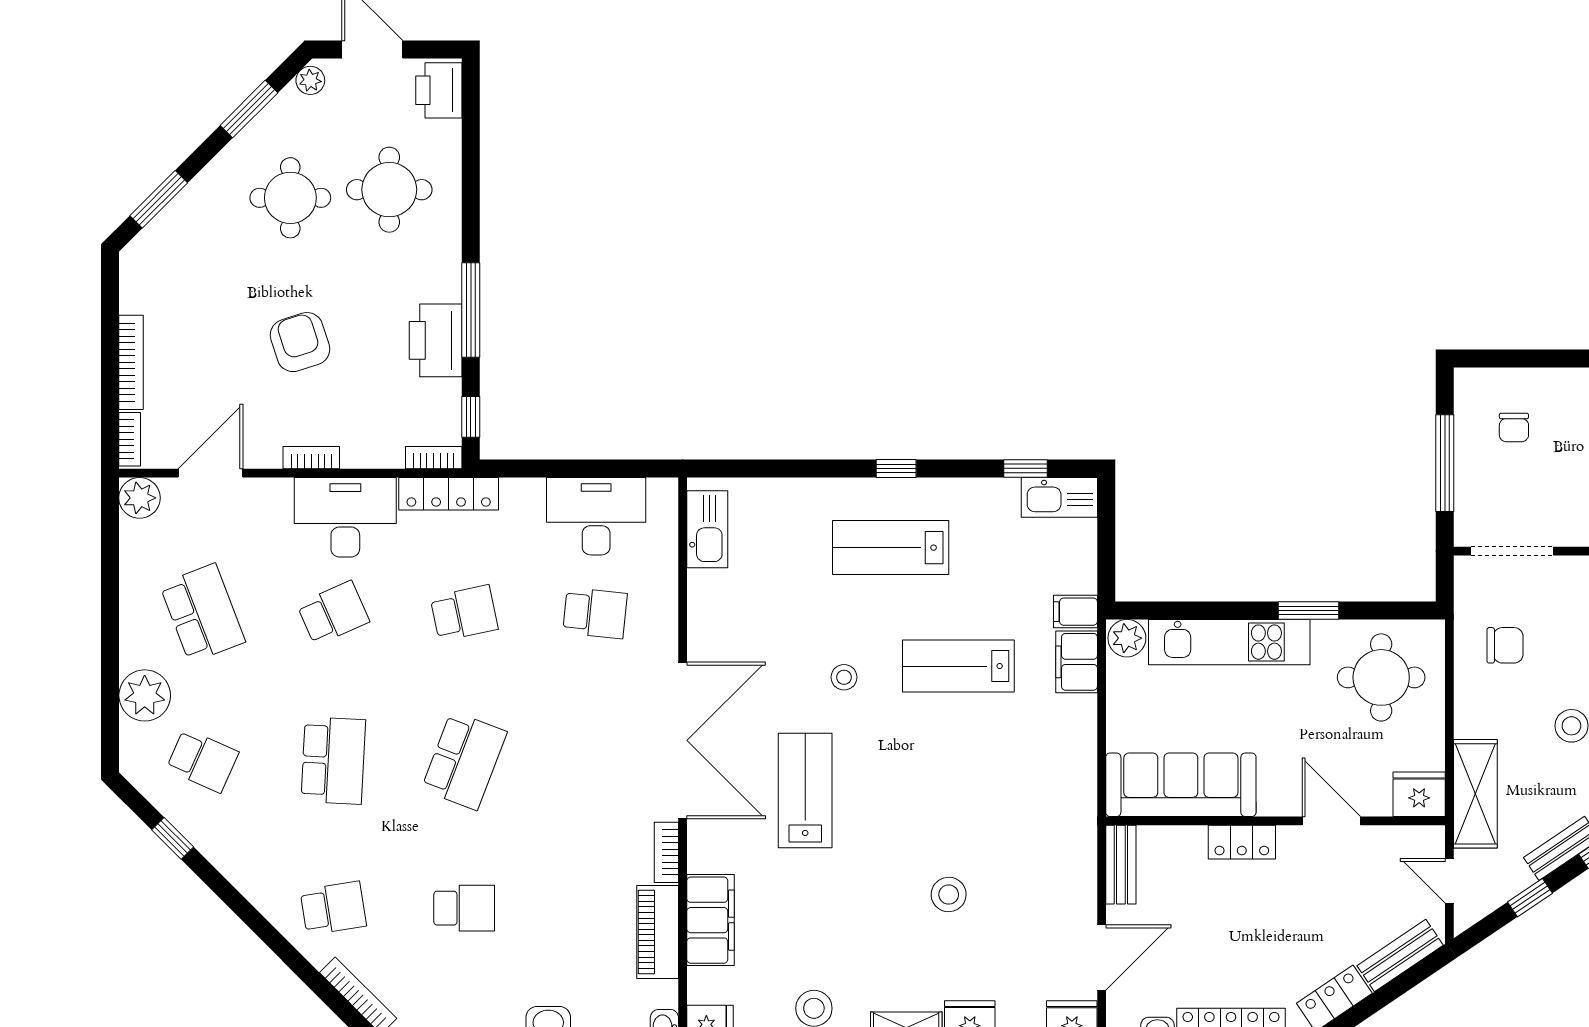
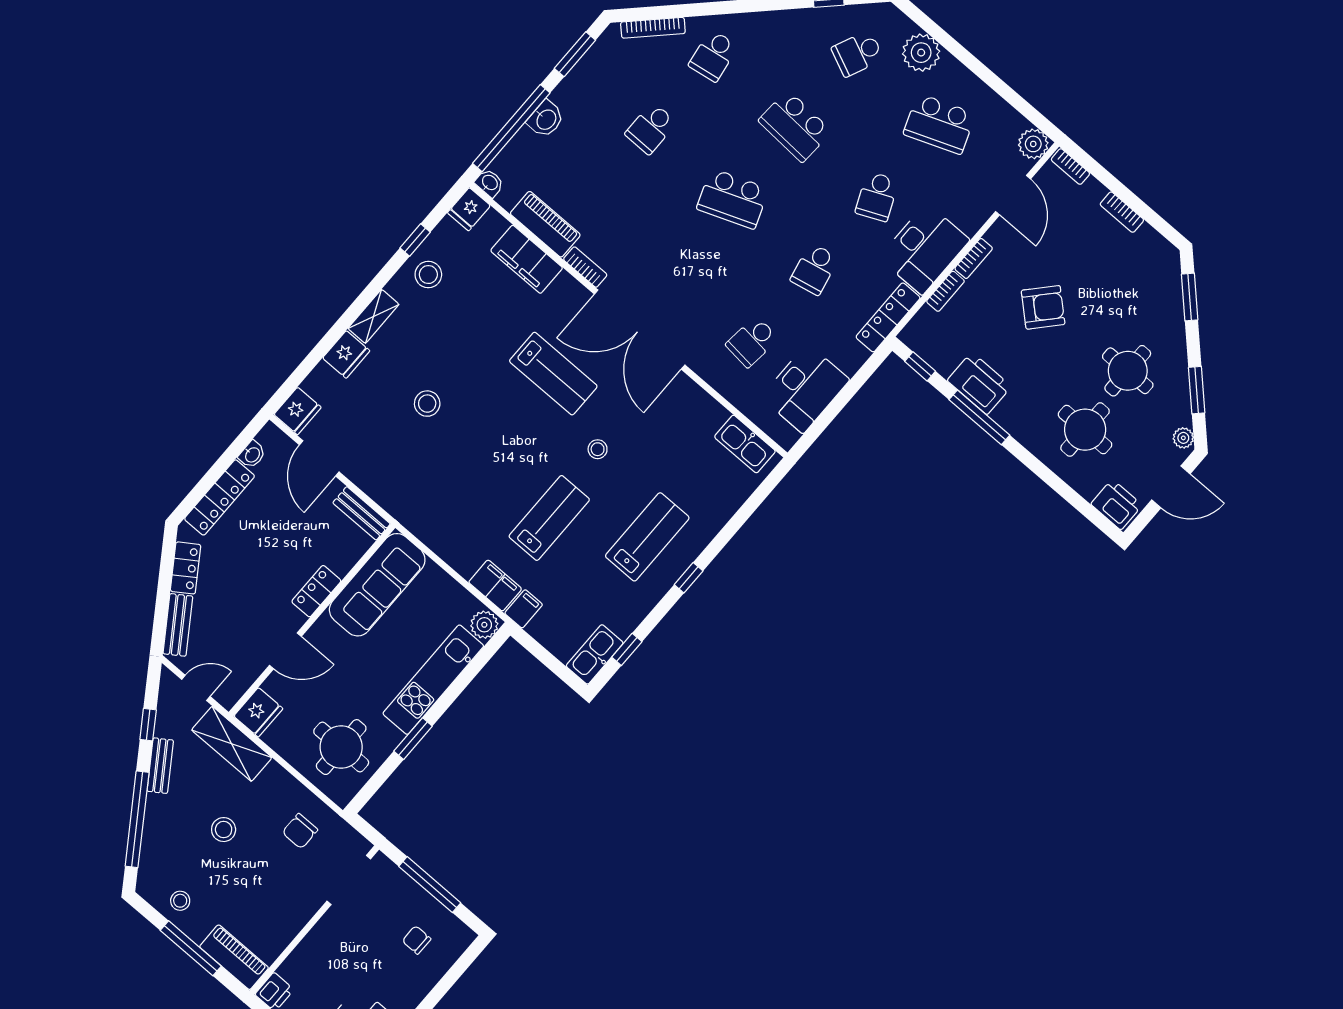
armchair: (300, 342) -> (1043, 307), turned -30
bookcase: (131, 362) -> (1122, 212), width x0.64
bookcase: (434, 458) -> (945, 291), moved
school desk: (464, 761) -> (733, 199), turned -42

